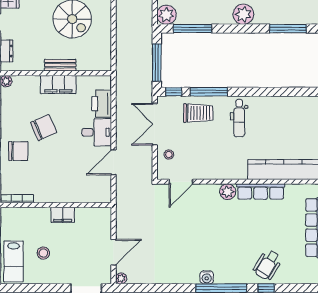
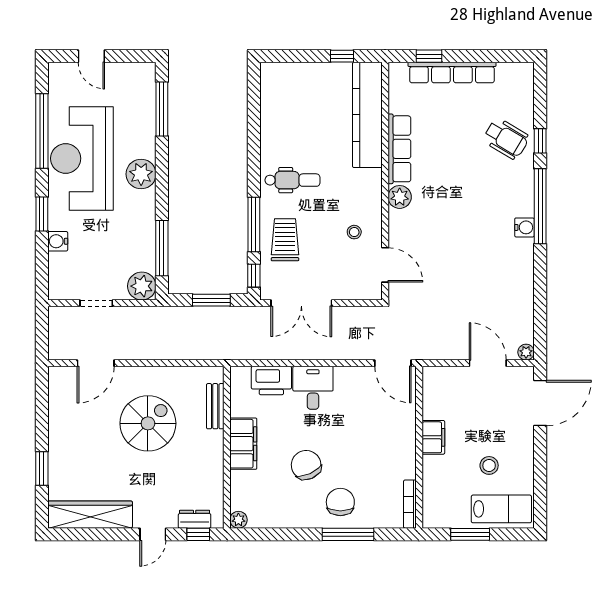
window: (157, 63) -> (211, 300), width x0.69
bench: (60, 65) -> (215, 406), moved
stool: (169, 154) -> (354, 232), moved
door: (114, 162) -> (393, 363), moved

